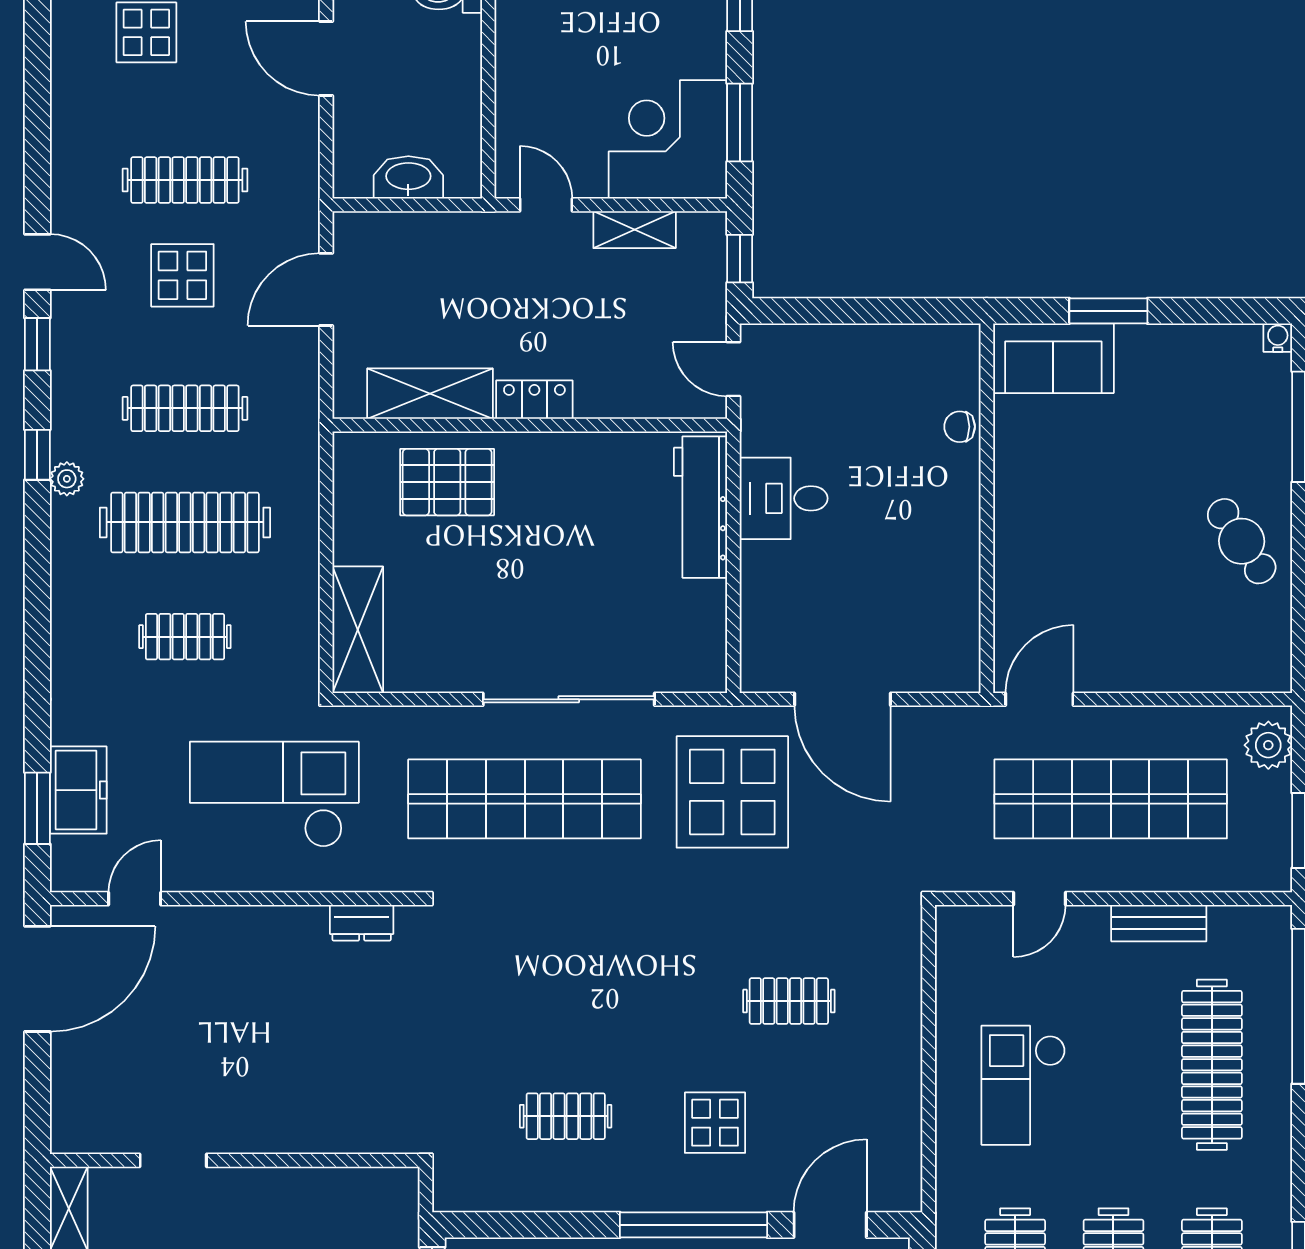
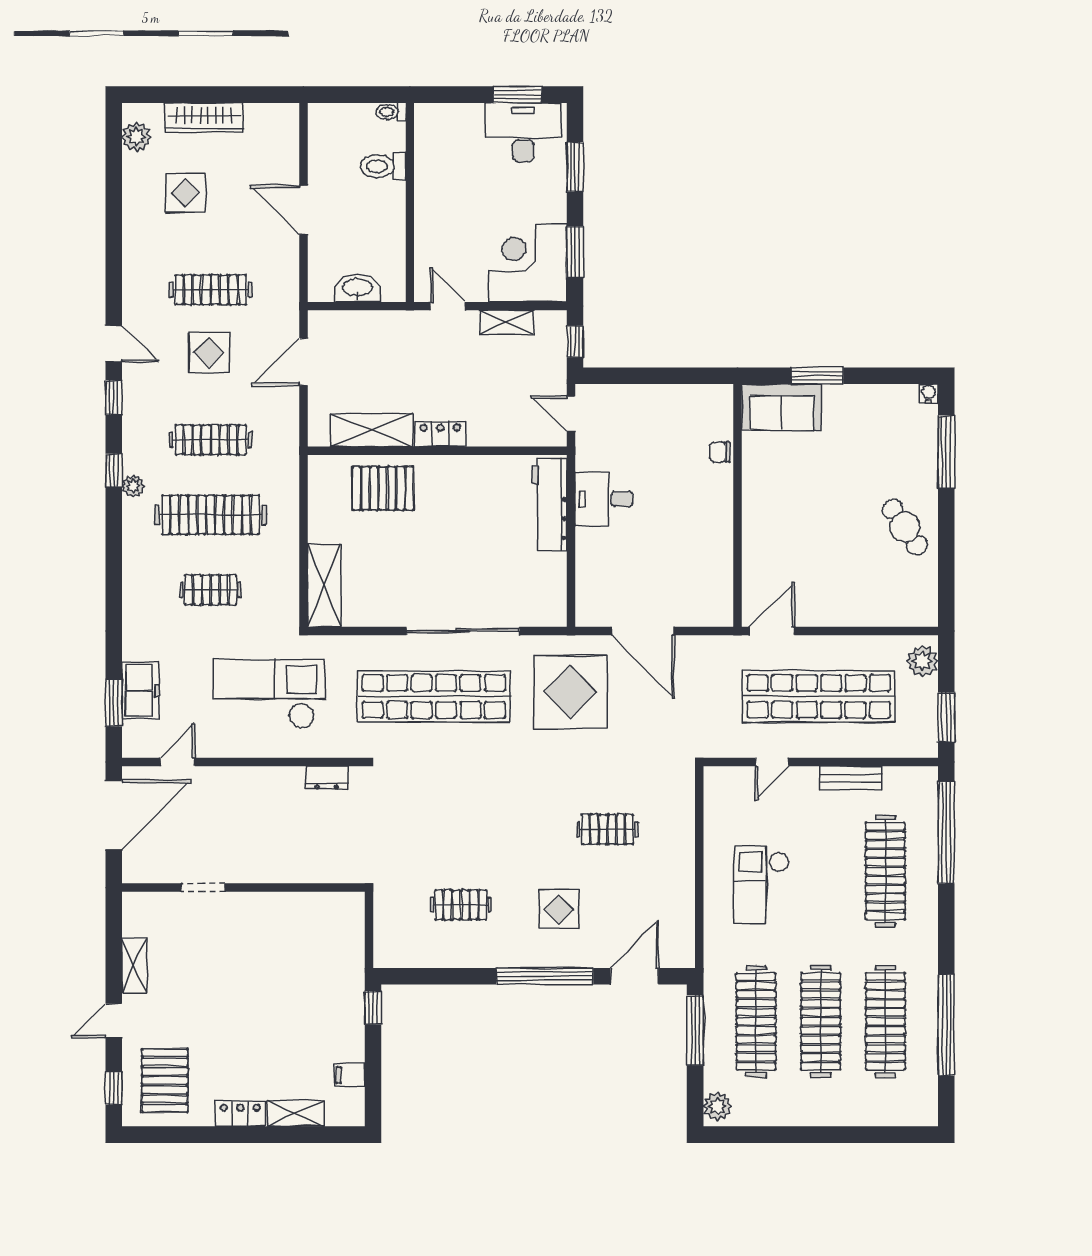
doorway: (173, 1160) -> (203, 888), moved
wall: (235, 1160) -> (243, 888), moved

